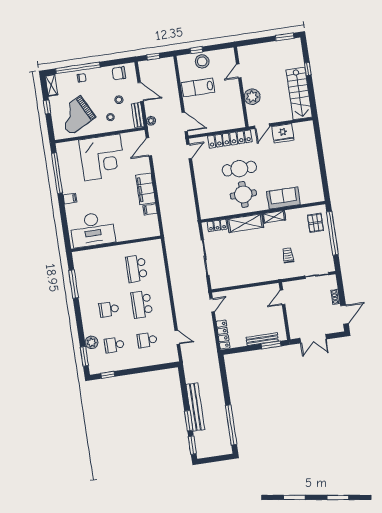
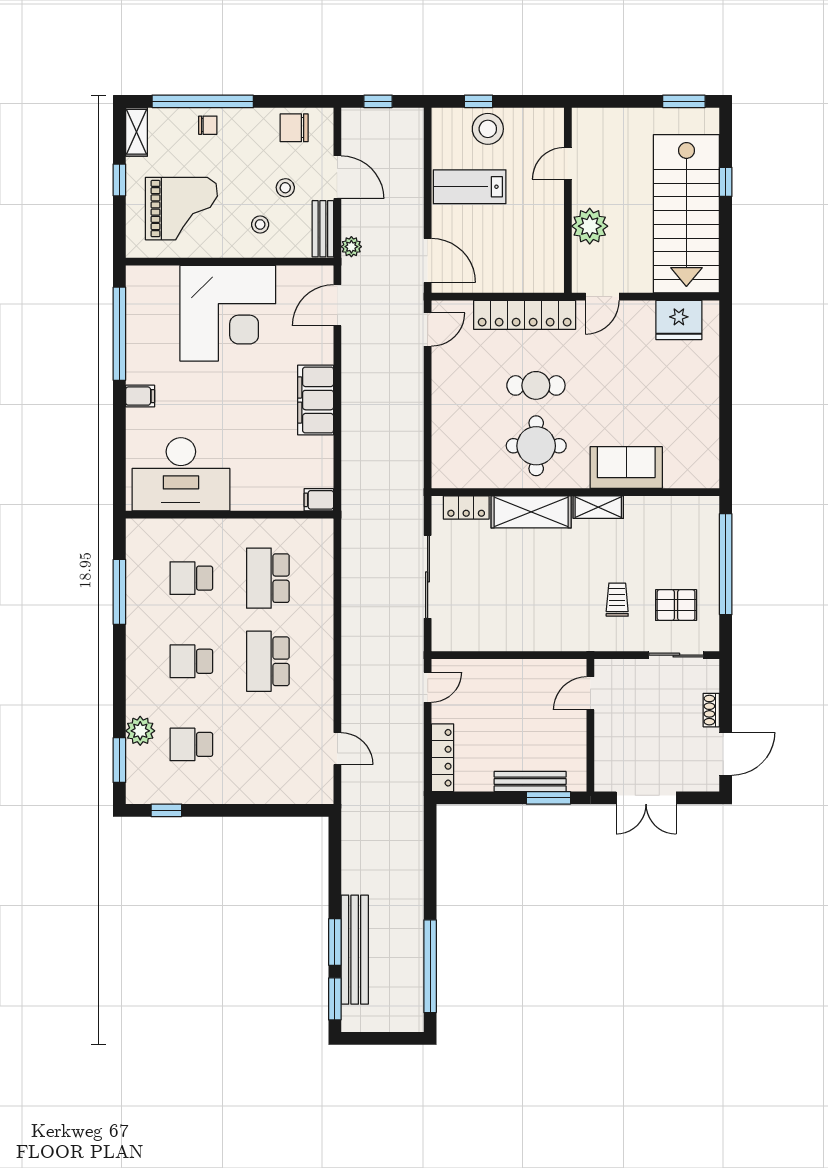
stairs: (299, 93) -> (686, 214), width x1.36, depth x1.51
grand piano: (76, 115) -> (181, 209), turned -153
fridge: (283, 133) -> (679, 320), moved
cafe table: (239, 169) -> (536, 385), width x0.73, depth x0.74
filing cabinet: (150, 209) -> (319, 500), moved
pallet: (315, 223) -> (676, 605), moved, turned 90
school desk: (147, 340) -> (191, 578), moved
bench: (195, 407) -> (355, 950), moved

